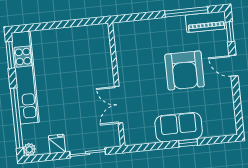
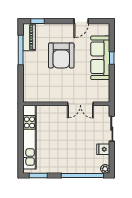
door: (233, 66) -> (81, 21), moved
armchair: (185, 70) -> (61, 55), turned 90
kitchen unit: (25, 78) -> (29, 137), moved, turned 90
sofa: (179, 127) -> (100, 58), width x1.36

